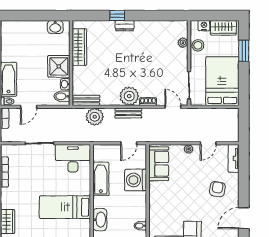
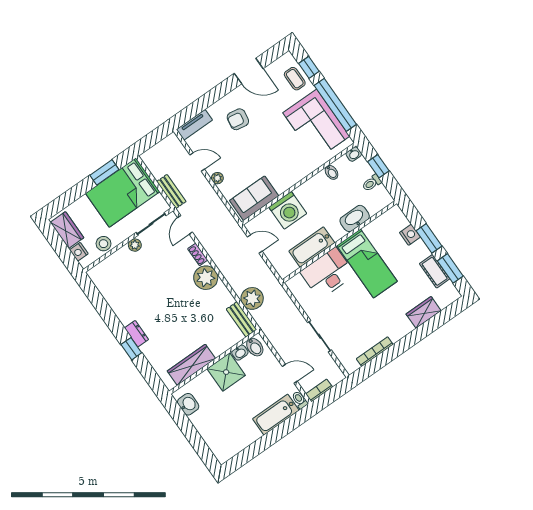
plant: (183, 43) -> (135, 245), moved
window: (244, 51) -> (104, 172), moved
bench: (128, 113) -> (171, 192), moved
desk: (73, 158) -> (328, 273), moved, turned 90

